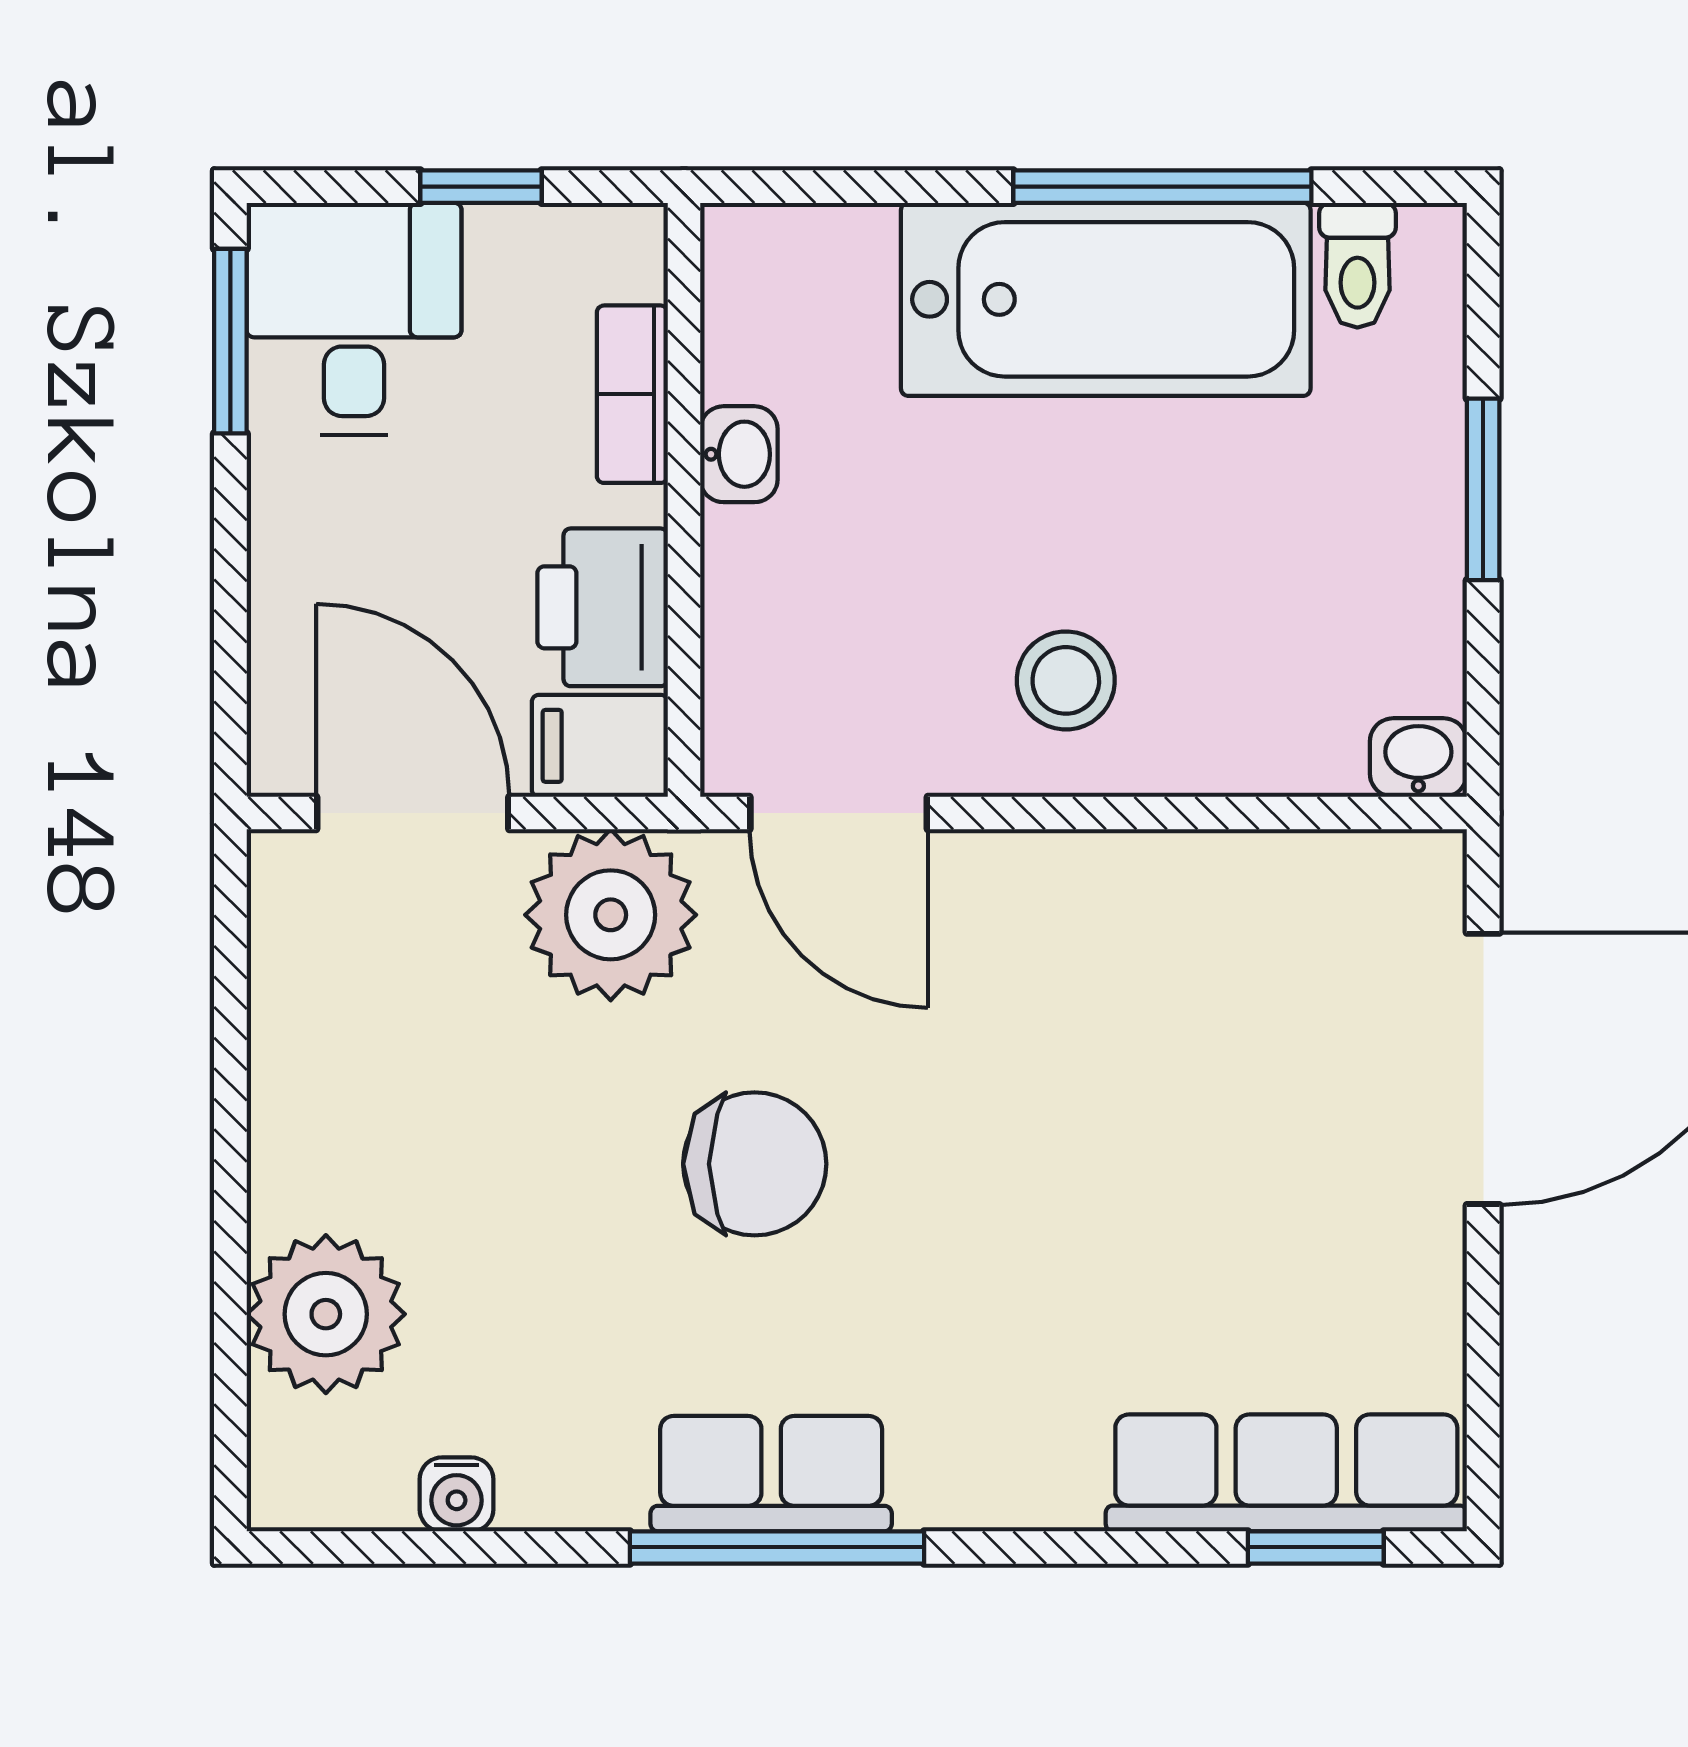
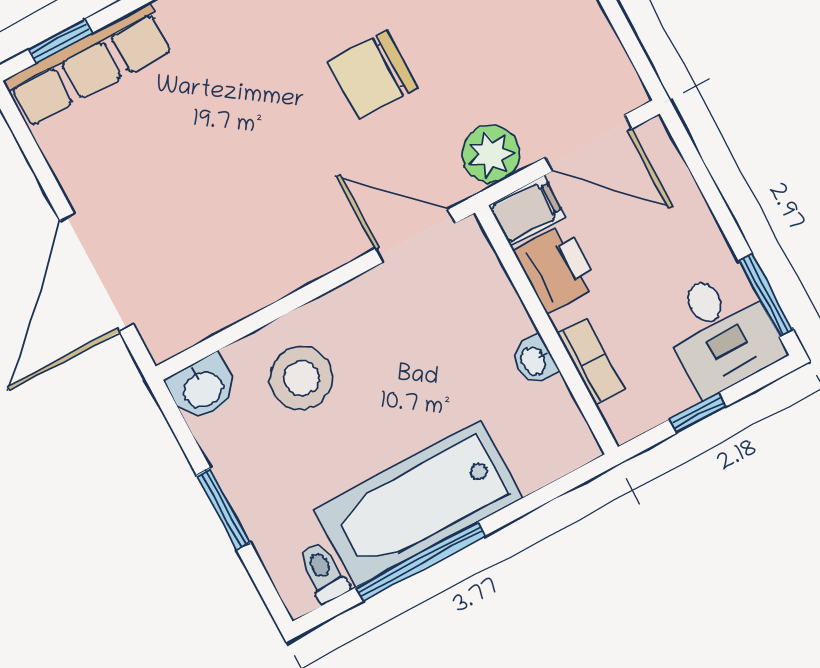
stool: (1066, 680) -> (302, 378), moved, width x1.38, depth x1.38
washbasin: (1418, 758) -> (203, 388), width x1.38, depth x1.45
plant: (611, 915) -> (491, 154), width x0.73, depth x0.73

